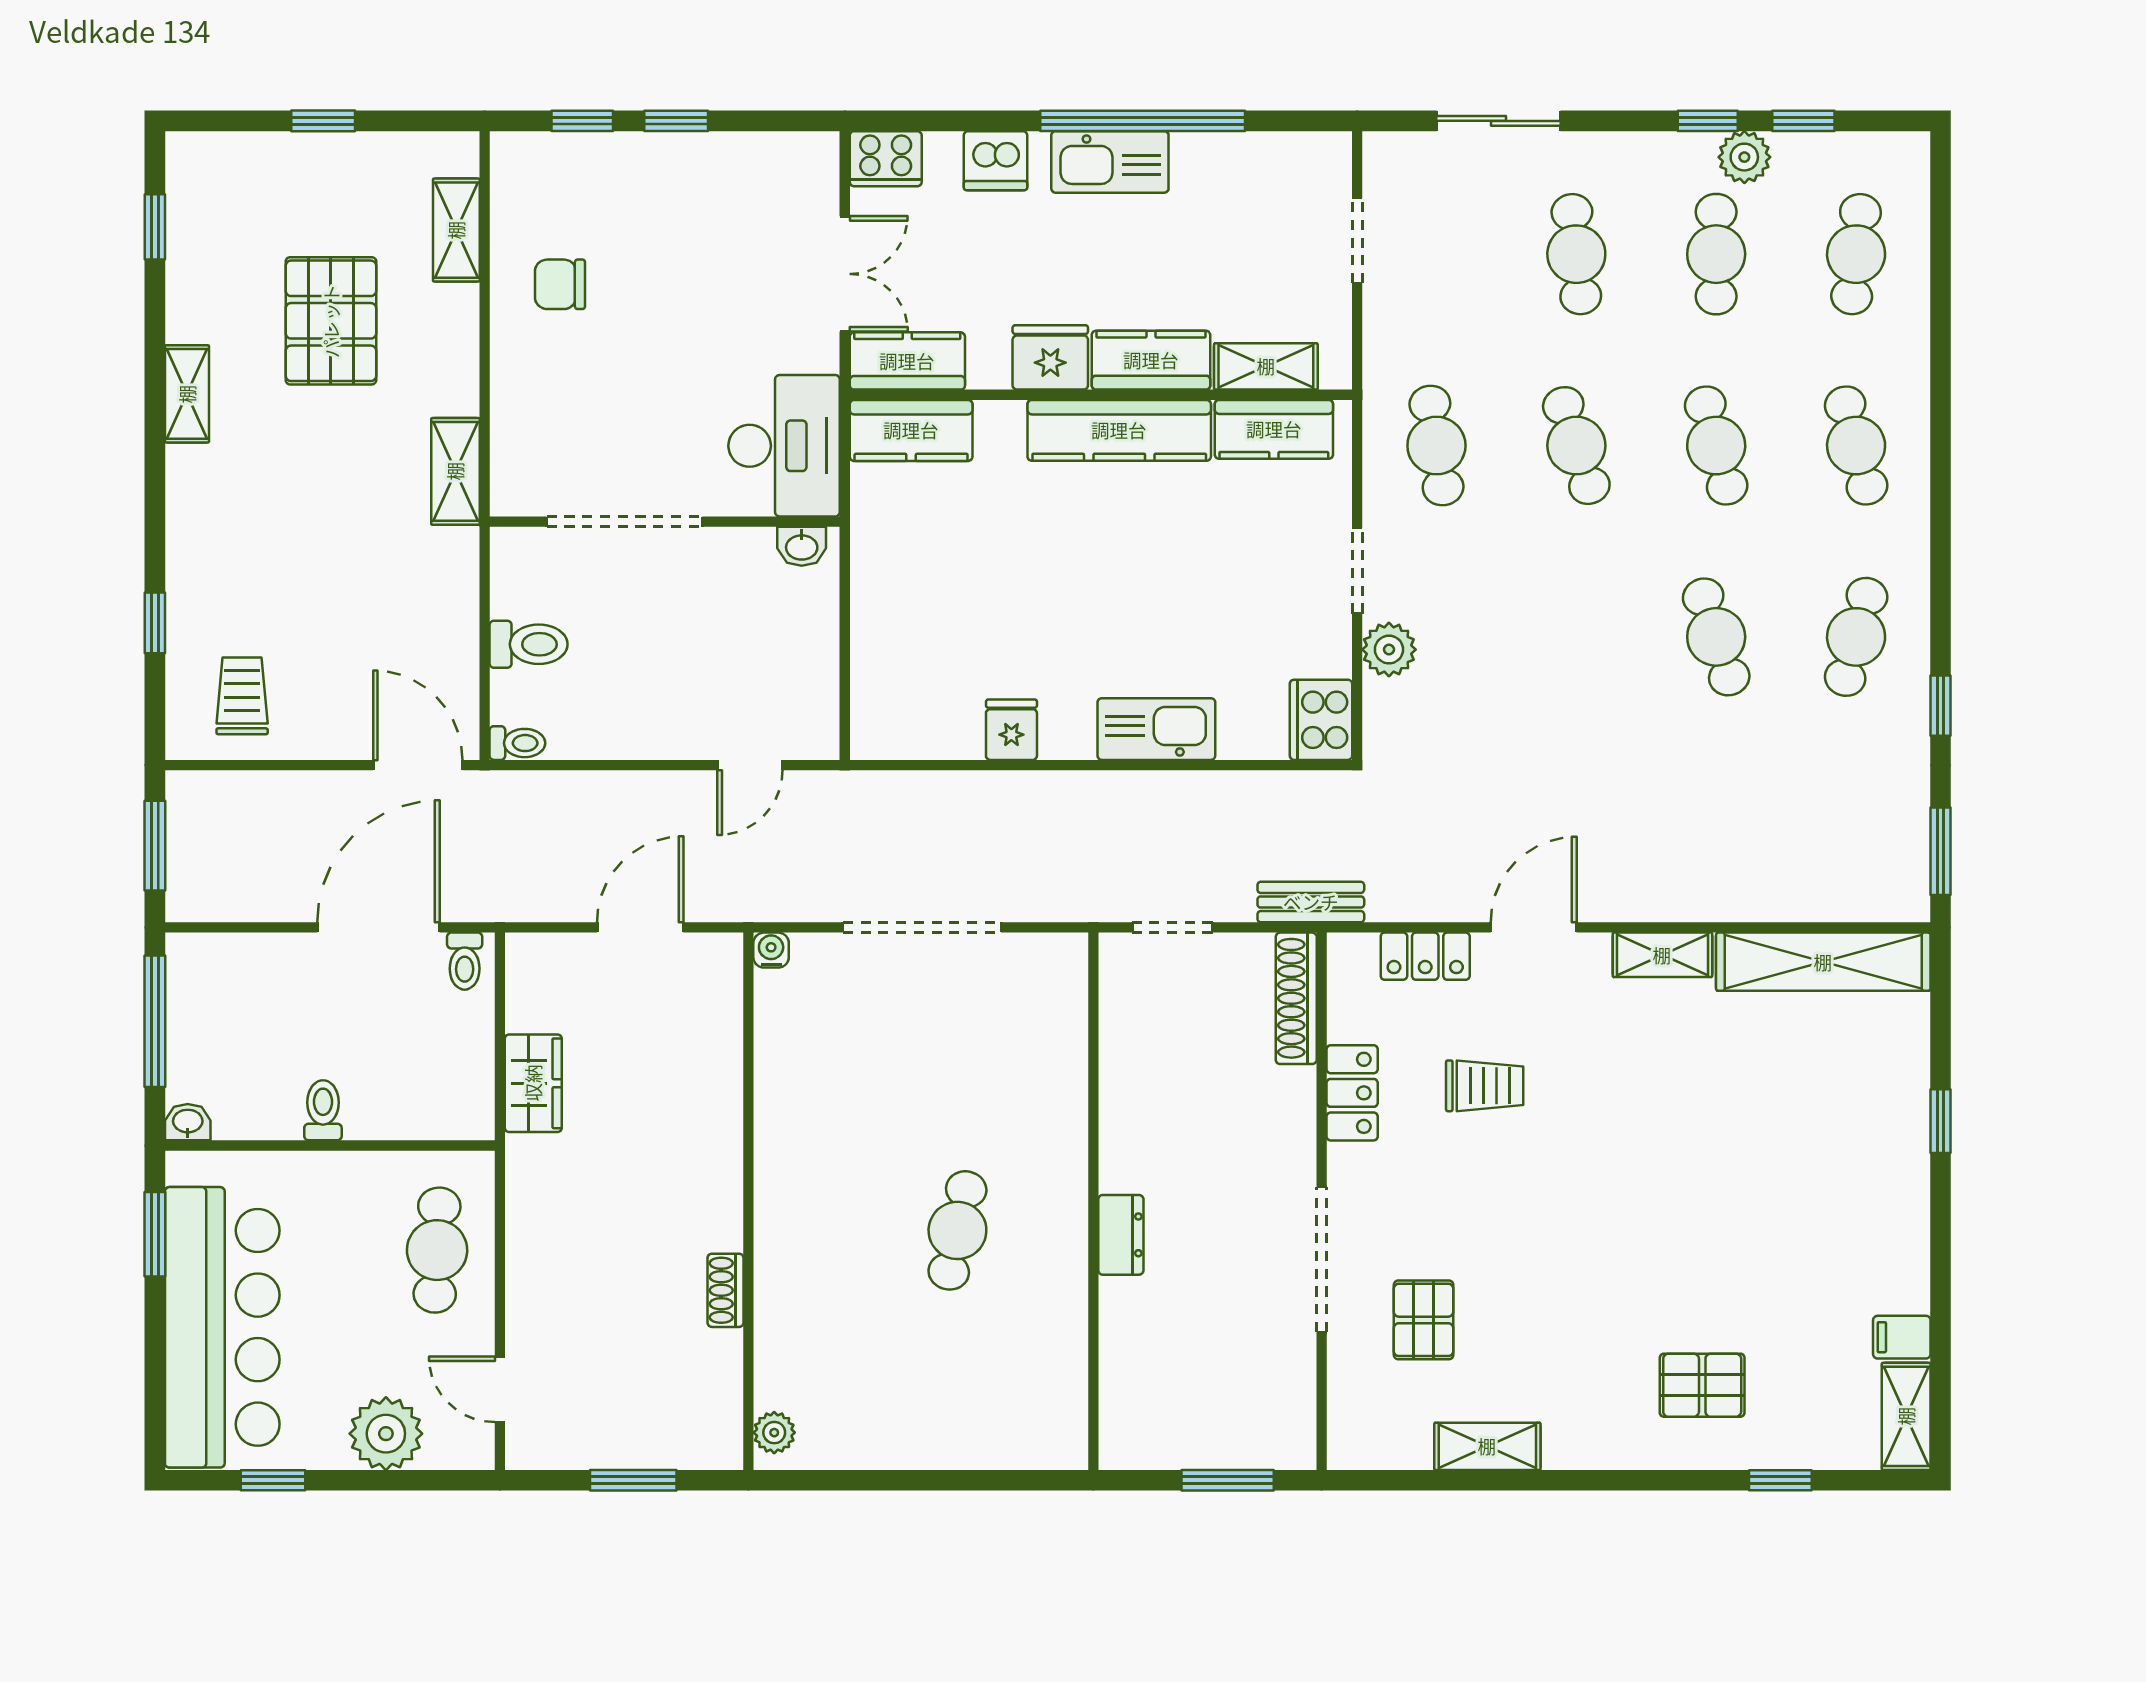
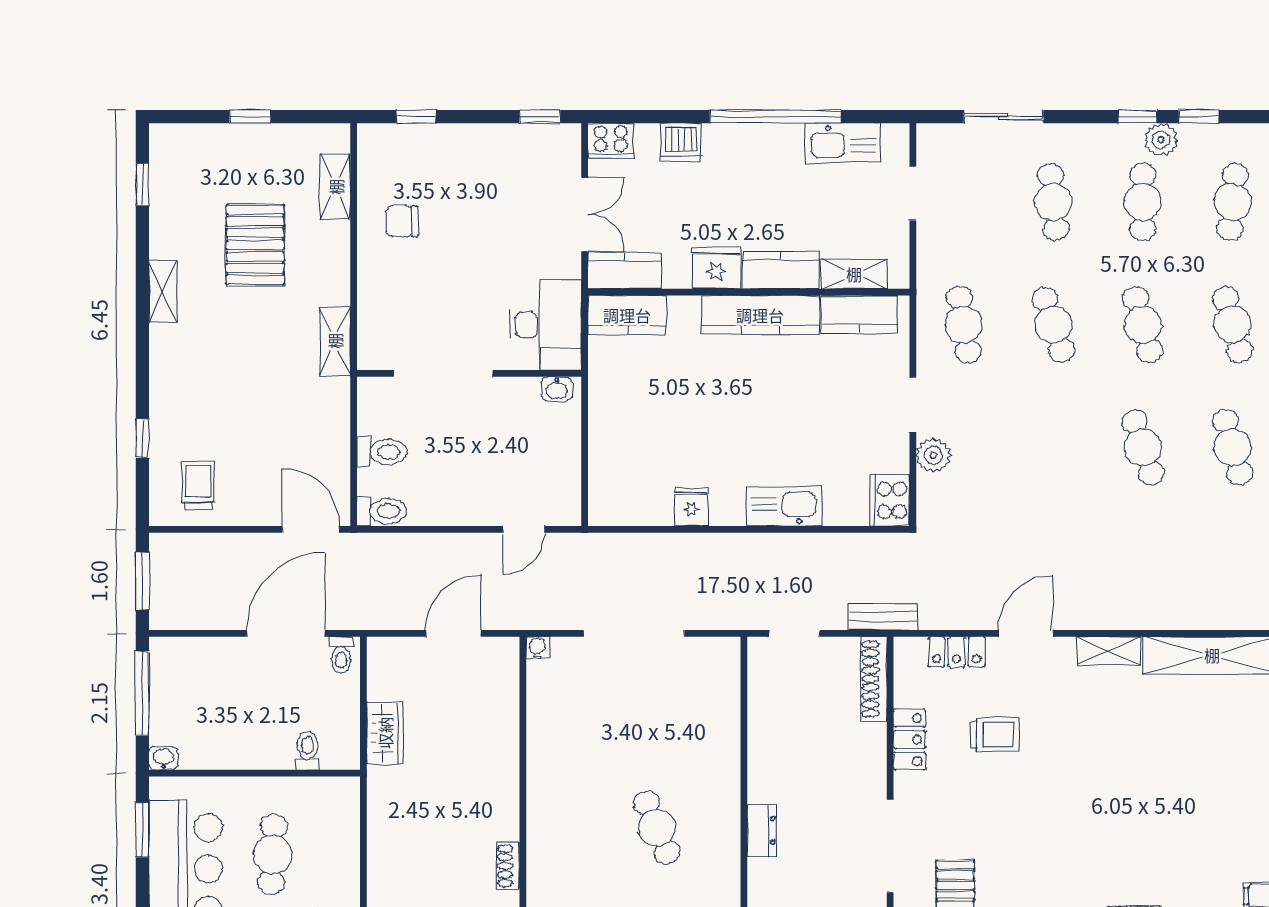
window: (676, 121) -> (540, 117), moved
kitchen sink: (1110, 162) -> (843, 143), moved
cafe table: (1856, 637) -> (1233, 447), turned -30
toilet: (517, 743) -> (382, 511), width x1.37, depth x1.39
toilet: (323, 1110) -> (308, 751), moved
cafe table: (957, 1230) -> (657, 828), turned -35
cafe table: (437, 1250) -> (273, 854), moved

